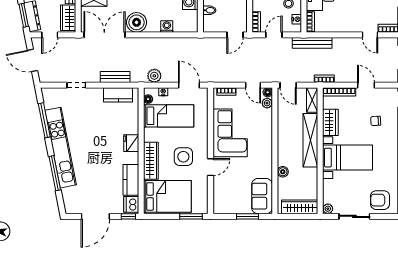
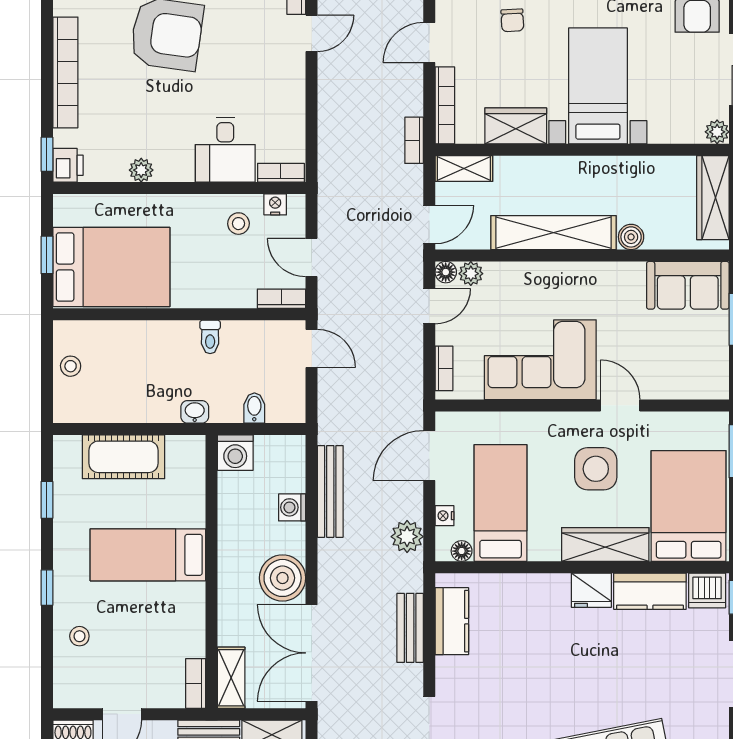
bench: (312, 43) -> (330, 491), moved
shelving: (310, 140) -> (553, 233), moved
fridge: (131, 143) -> (591, 590), moved

